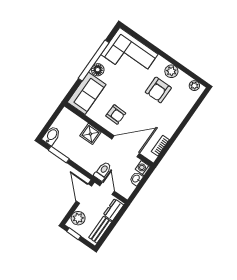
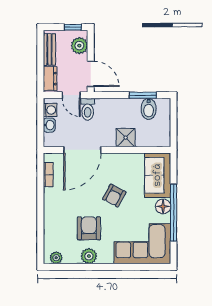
armchair: (116, 115) -> (114, 196), moved, turned -64
bidet: (51, 136) -> (149, 109), moved
washing machine: (143, 168) -> (50, 110), moved

